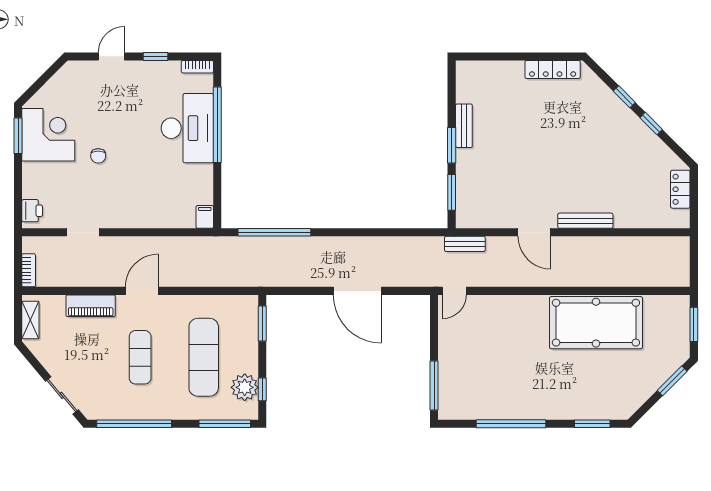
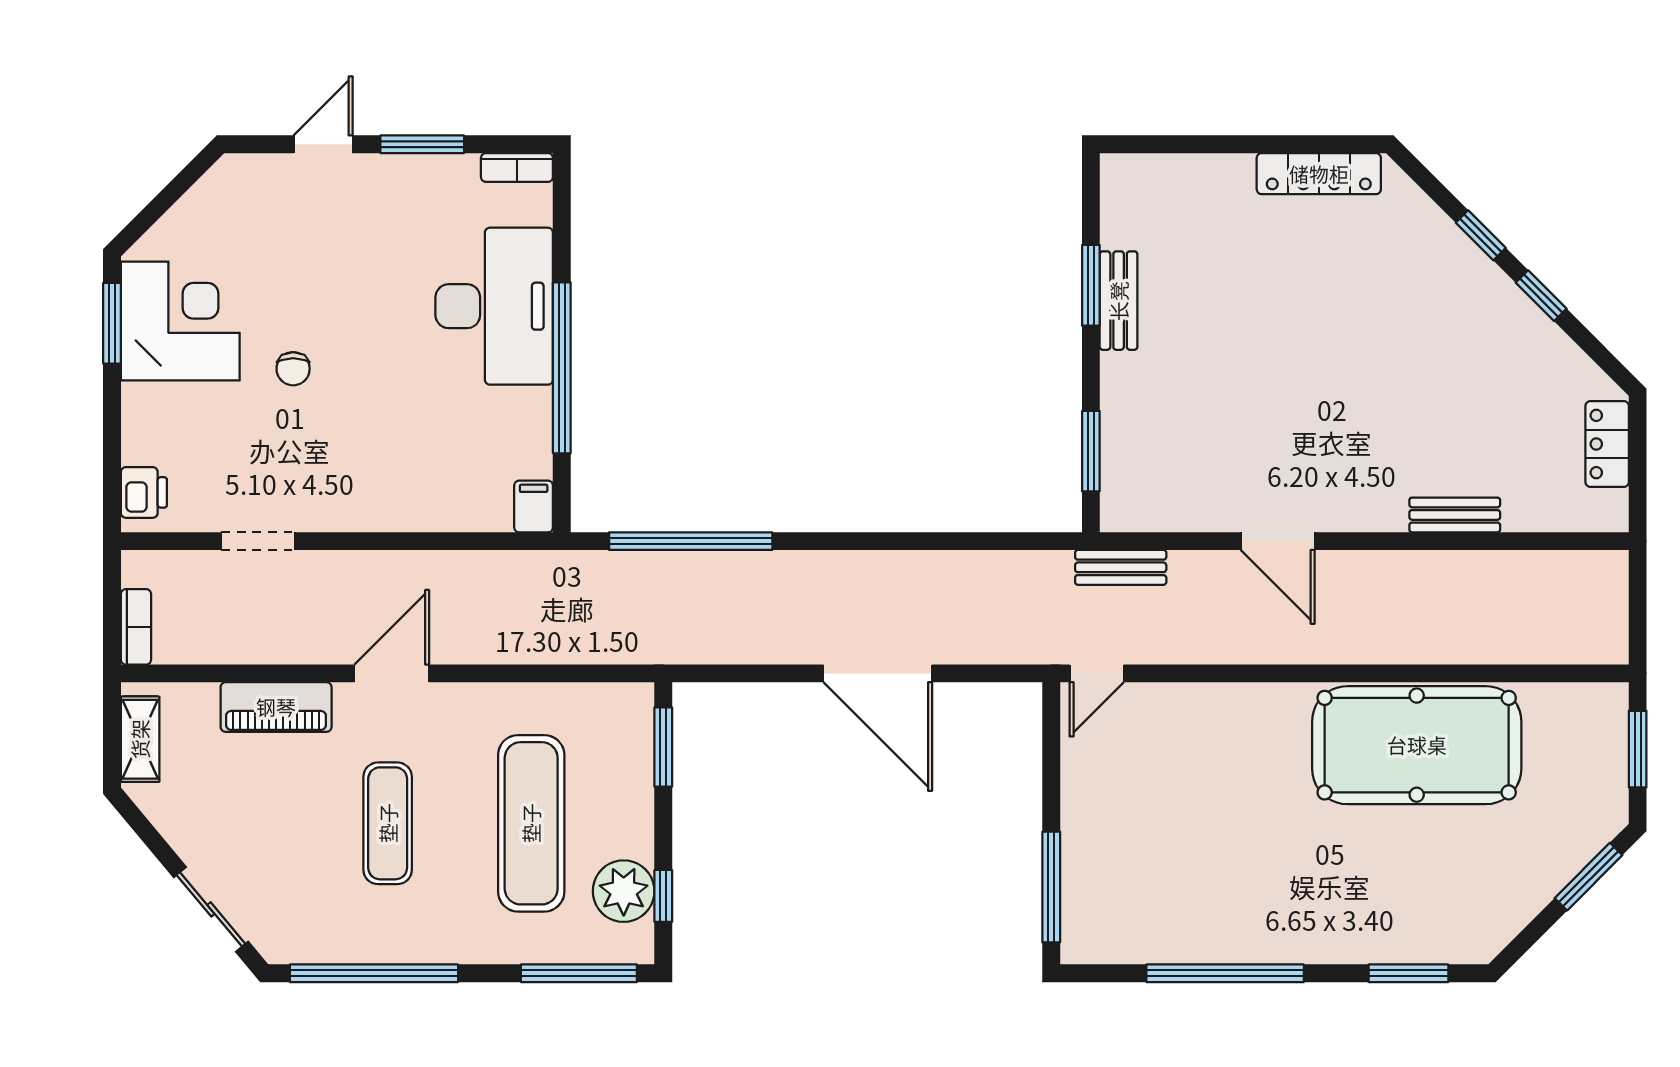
window: (155, 56) -> (422, 144), width x1.50
window: (217, 125) -> (562, 368), moved
window: (452, 145) -> (1091, 285), moved
bench: (585, 221) -> (1455, 515), moved, width x0.73

